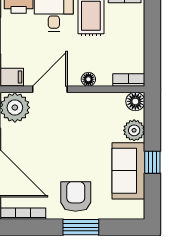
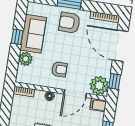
floor lamp: (135, 101) -> (22, 77), removed
armchair: (80, 123) -> (59, 69), added
armchair: (76, 196) -> (69, 23), turned 91

